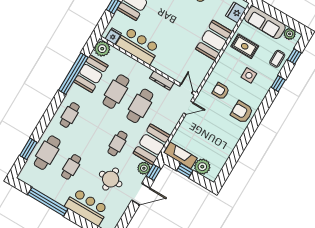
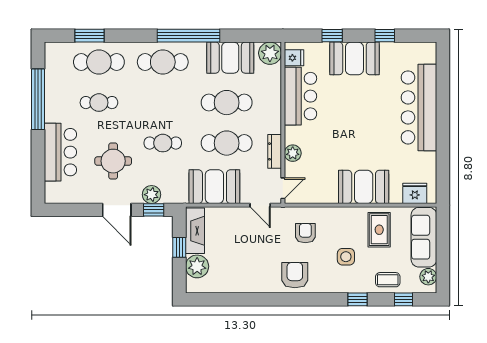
plant: (169, 70) -> (293, 153), added
window: (73, 74) -> (188, 36), moved
cafe table: (70, 115) -> (163, 62), width x1.37, depth x1.35
booth: (152, 144) -> (214, 187), moved

